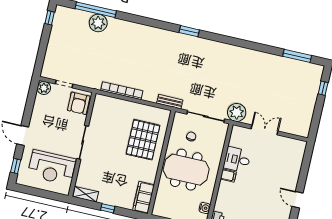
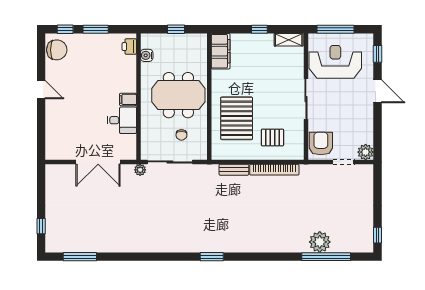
bench: (170, 102) -> (234, 170), moved
plant: (237, 112) -> (140, 170), width x0.53, depth x0.53
pallet: (117, 117) -> (272, 137), added
double door: (264, 130) -> (98, 162), width x1.37
window: (45, 194) -> (335, 29), added

